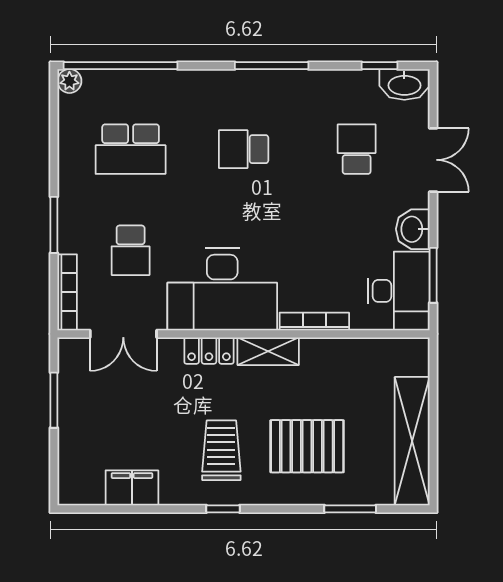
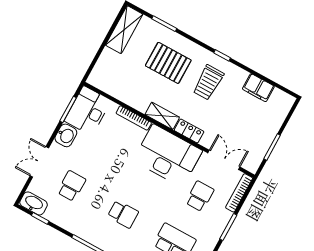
school desk: (357, 149) -> (72, 186), turned 180
shelving: (412, 441) -> (124, 30), width x0.68

